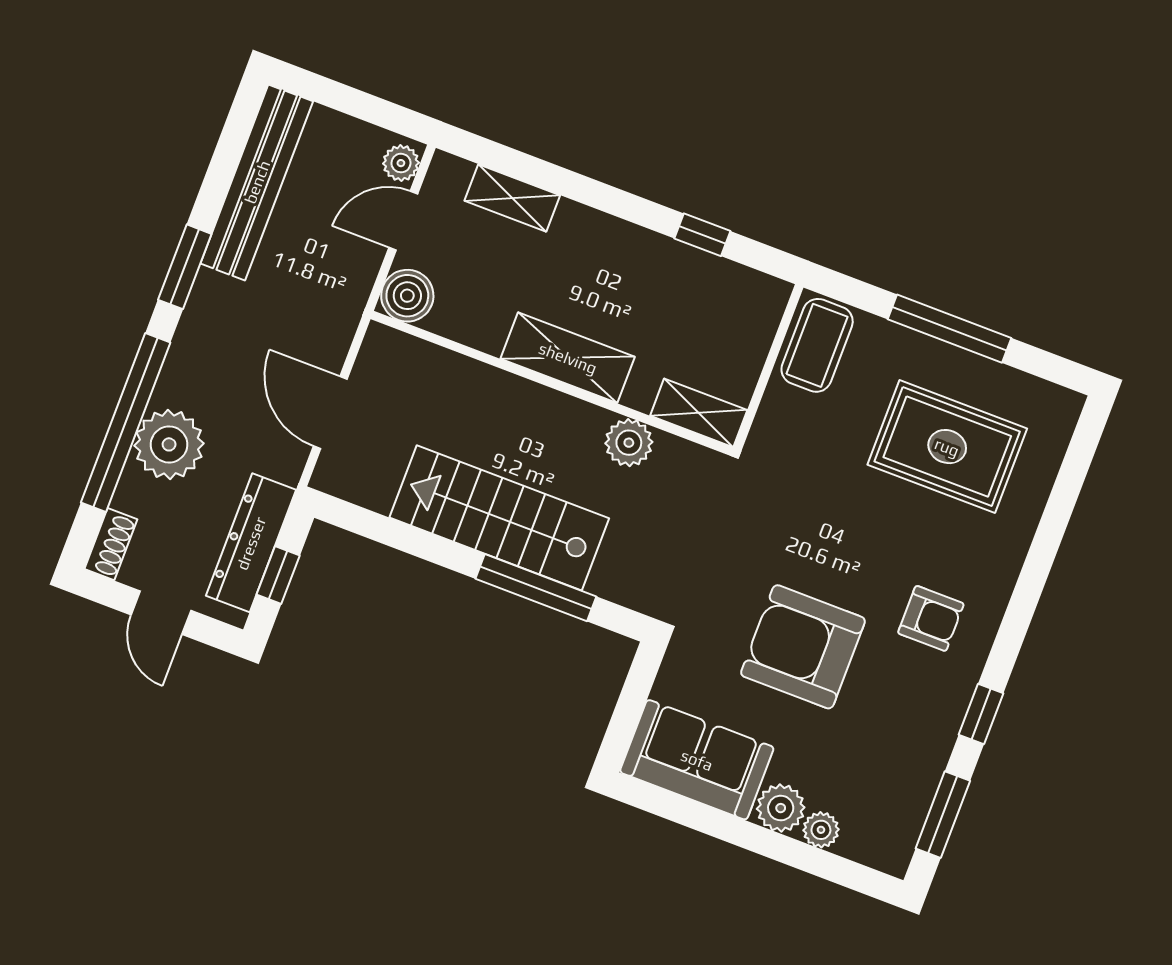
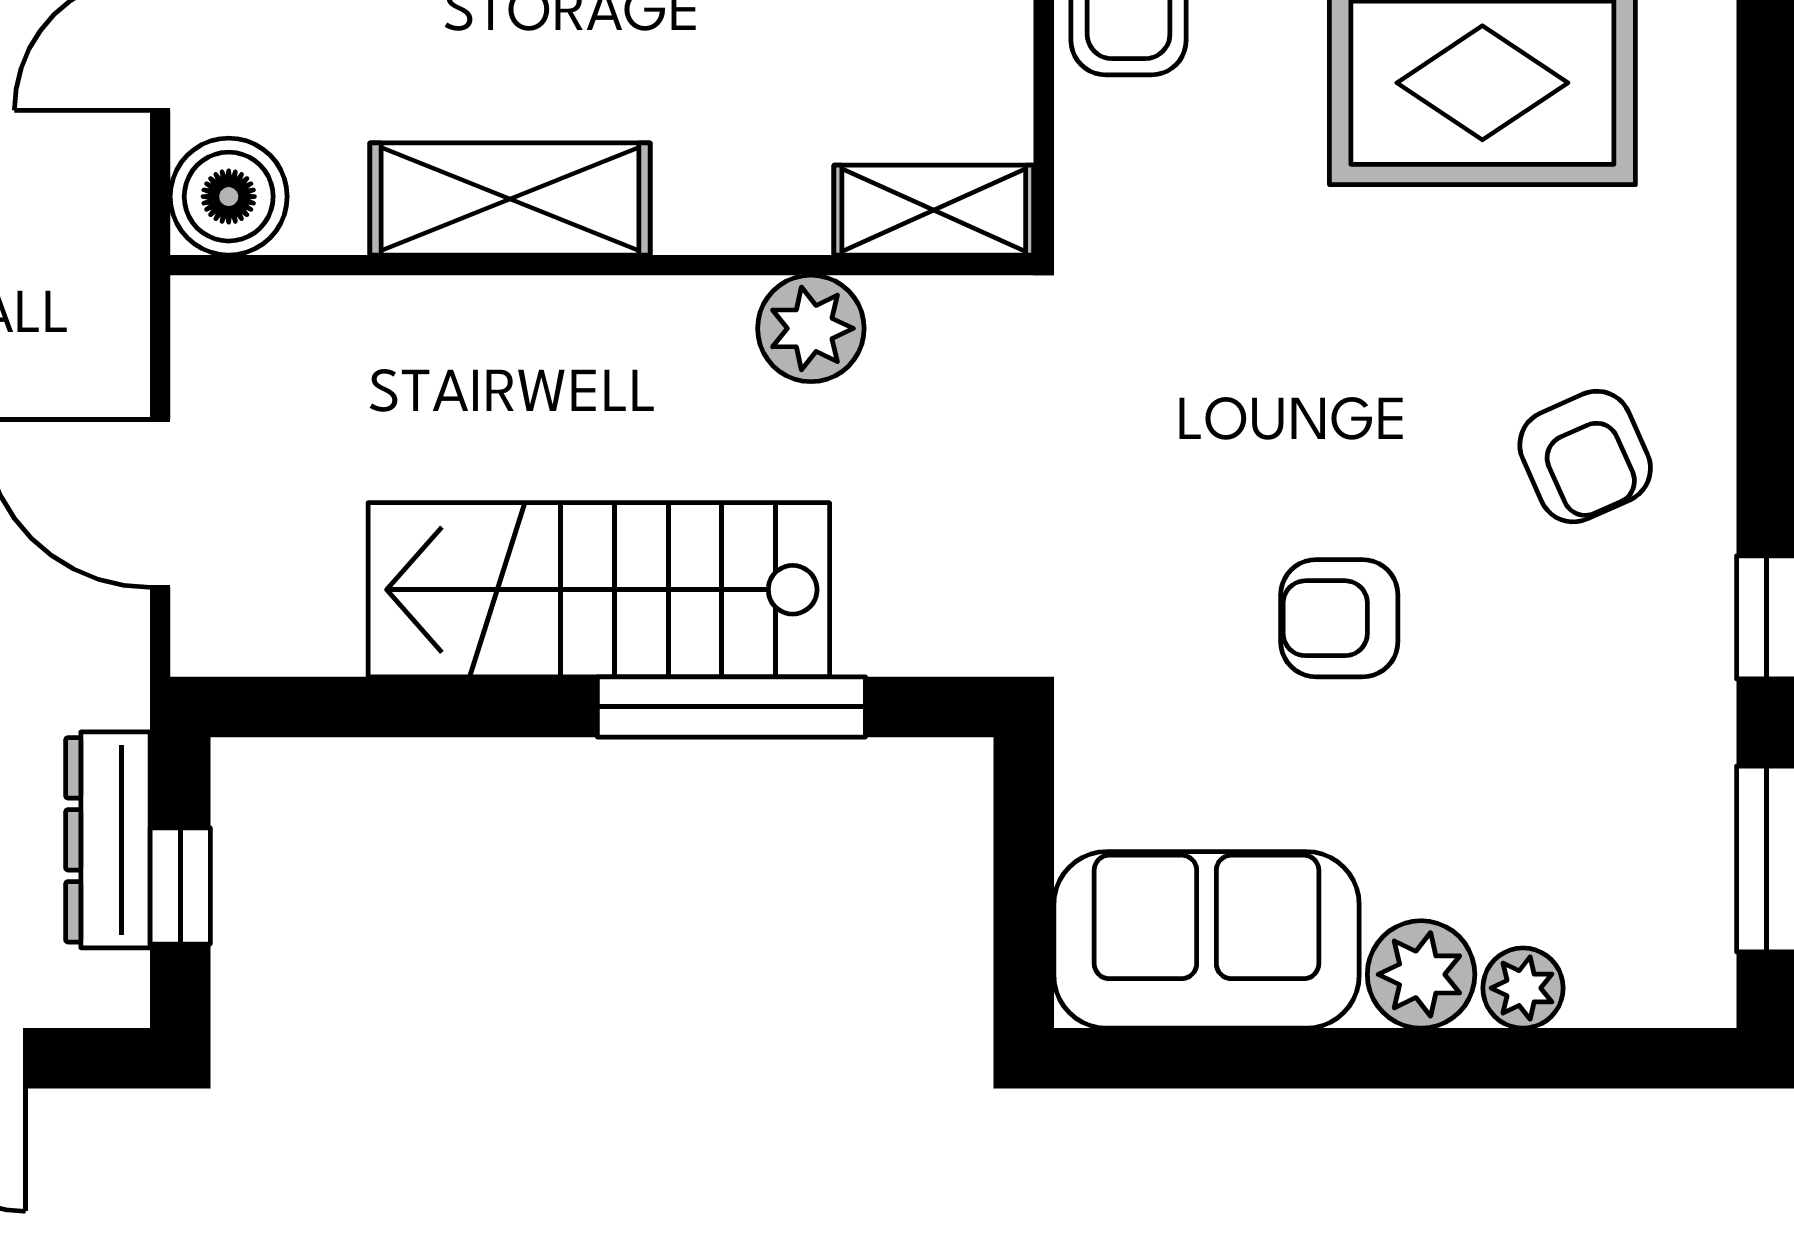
shelving: (568, 358) -> (510, 199), moved
dresser: (251, 543) -> (108, 840), width x0.73, depth x0.80
armchair: (931, 618) -> (1585, 457), turned 66
armchair: (803, 647) -> (1339, 618), width x0.53, depth x0.53

